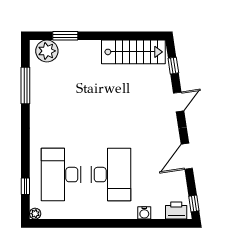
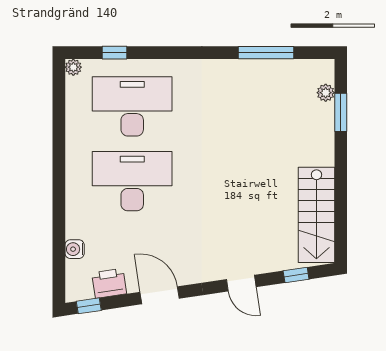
plant: (47, 51) -> (326, 93), width x0.53, depth x0.53
desk: (111, 175) -> (132, 181), turned 180
printer: (176, 211) -> (109, 283), moved, turned -98
water cooler: (144, 213) -> (75, 249), moved

